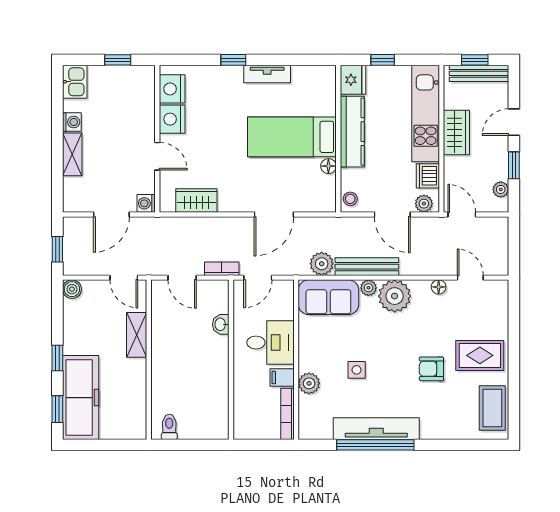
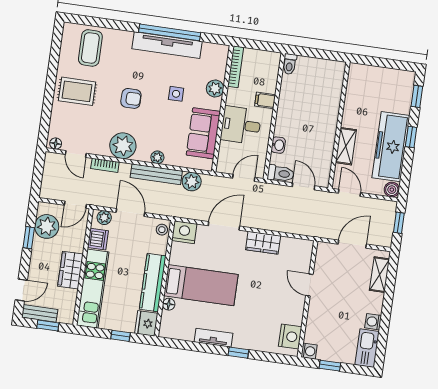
bench: (479, 73) -> (40, 313), width x0.73
kitchen sink: (75, 82) -> (367, 348), width x1.38
nightstand: (172, 119) -> (184, 232), moved, turned -90
door: (514, 122) -> (21, 290), moved
shelving: (72, 154) -> (379, 275), moved
floor lamp: (328, 166) -> (169, 304), moved
plant: (501, 189) -> (47, 226), width x1.87, depth x1.87
wardrobe: (196, 200) -> (263, 243), moved
washing machine: (146, 203) -> (309, 351), moved
door: (462, 214) -> (75, 205), hinge flipped
bookcase: (222, 269) -> (105, 165), moved
floor lamp: (439, 287) -> (56, 144), moved
toilet: (213, 289) -> (281, 173), added
plant: (395, 296) -> (123, 146), moved
sofa: (328, 297) -> (203, 133), moved, turned -90
armchair: (431, 369) -> (131, 98), moved
filing cabinet: (282, 377) -> (265, 100), moved, turned 180
freezer: (81, 398) -> (391, 147), moved
coffee table: (492, 408) -> (90, 48), moved
toilet: (169, 427) -> (290, 64), moved

